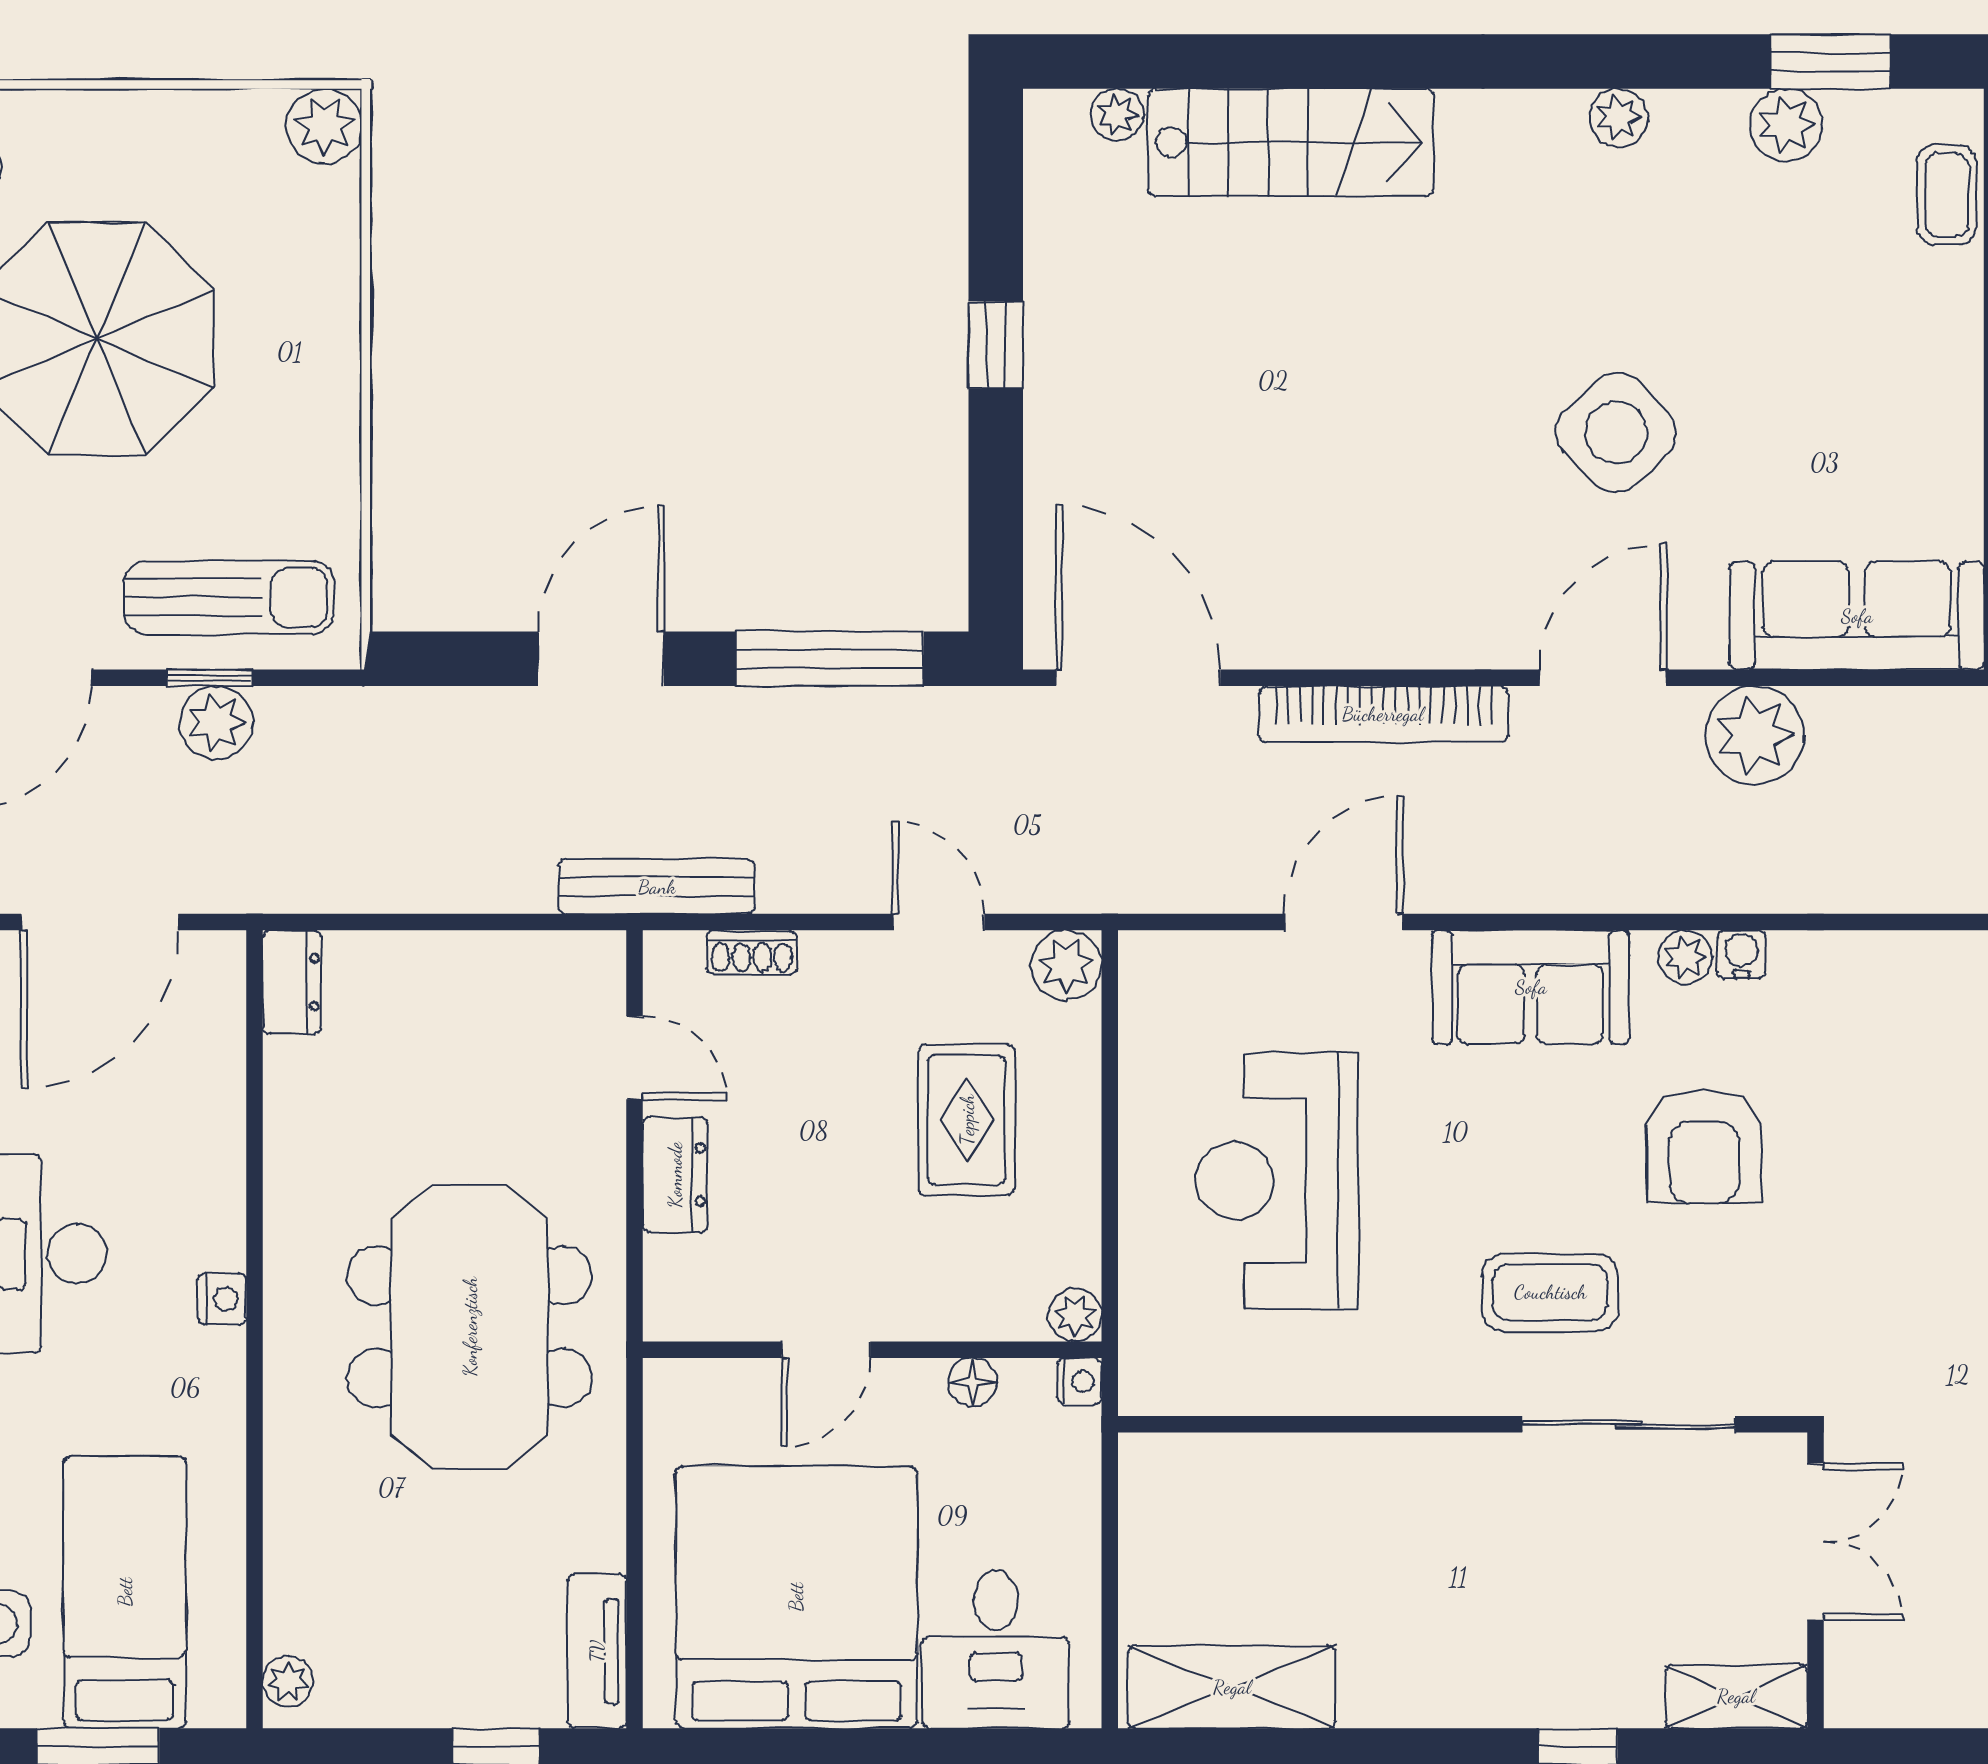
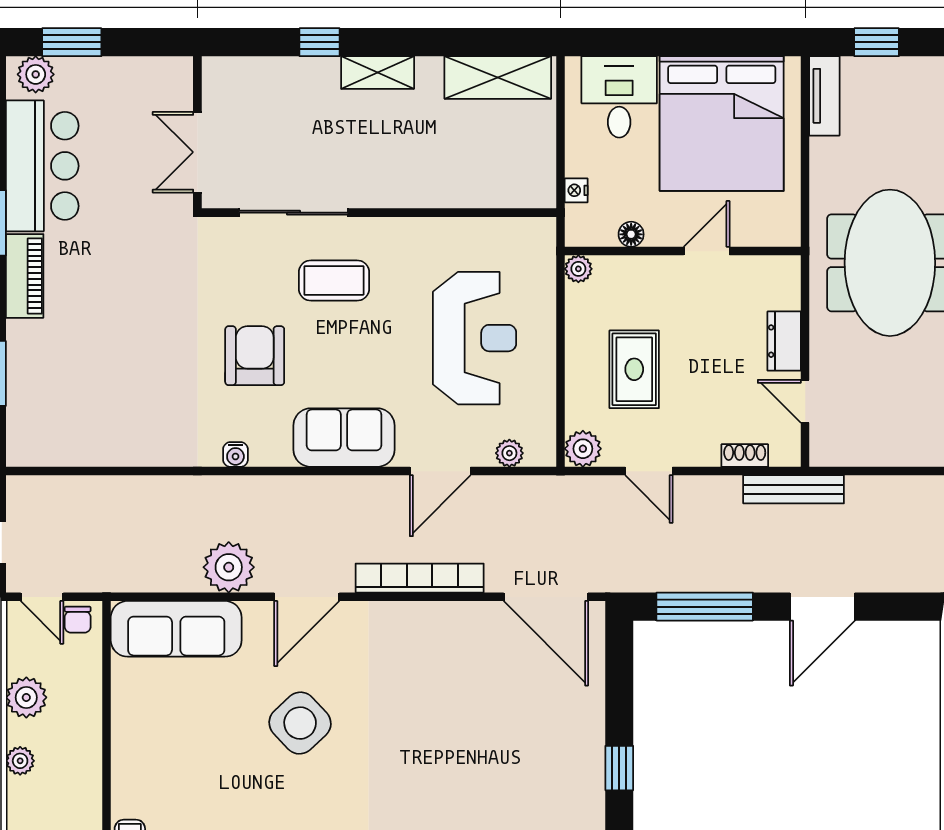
plant: (1685, 957) -> (509, 453), moved
nightstand: (1079, 1381) -> (576, 190), moved
shelving: (1736, 1696) -> (378, 73), moved

